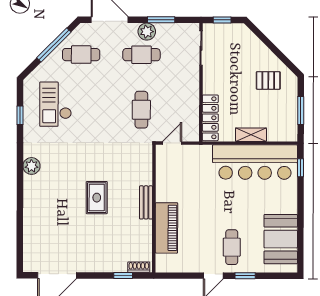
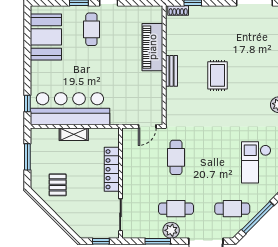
pallet: (268, 80) -> (58, 185), turned 90
checkout: (55, 104) -> (256, 162), turned 180
locker: (210, 118) -> (112, 169), moved

